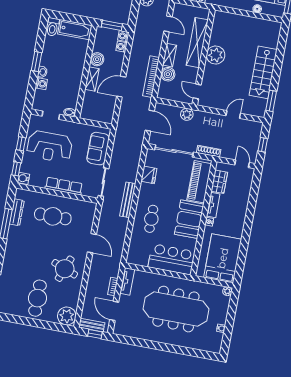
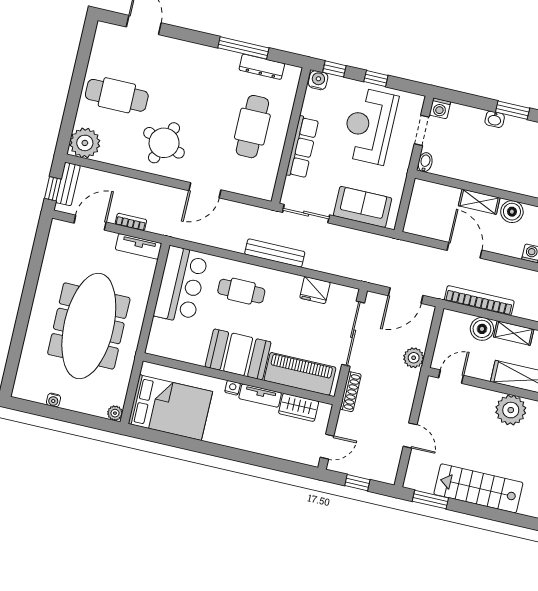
washing machine: (41, 84) -> (440, 108), moved
bar counter: (172, 259) -> (181, 285), moved

